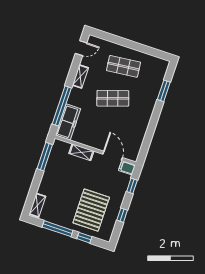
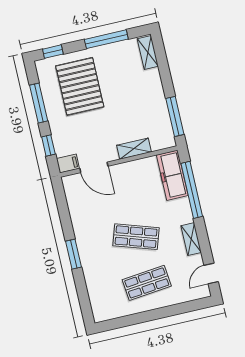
window: (164, 91) -> (74, 254), moved
shop shelf: (113, 98) -> (136, 237), turned 36
window: (122, 215) -> (39, 103), width x2.17
window: (84, 238) -> (53, 52), moved

